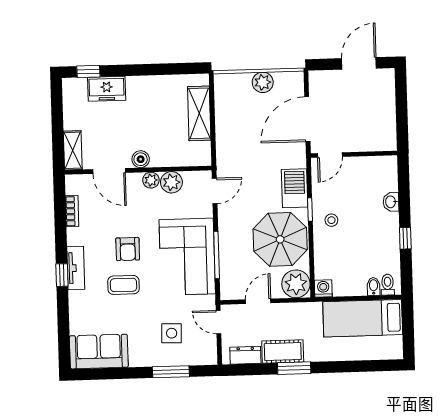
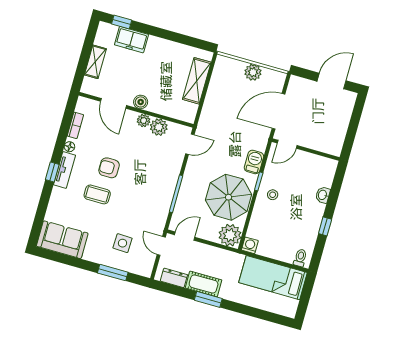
shelving: (73, 150) -> (95, 62), moved
barbecue: (295, 188) -> (254, 162), width x0.73, depth x0.79
floor lamp: (73, 239) -> (69, 147), added
armchair: (128, 249) -> (109, 168), turned 90
corner sofa: (187, 257) -> (153, 188), removed
bidet: (374, 286) -> (289, 256), removed
door: (258, 301) -> (185, 236), moved

